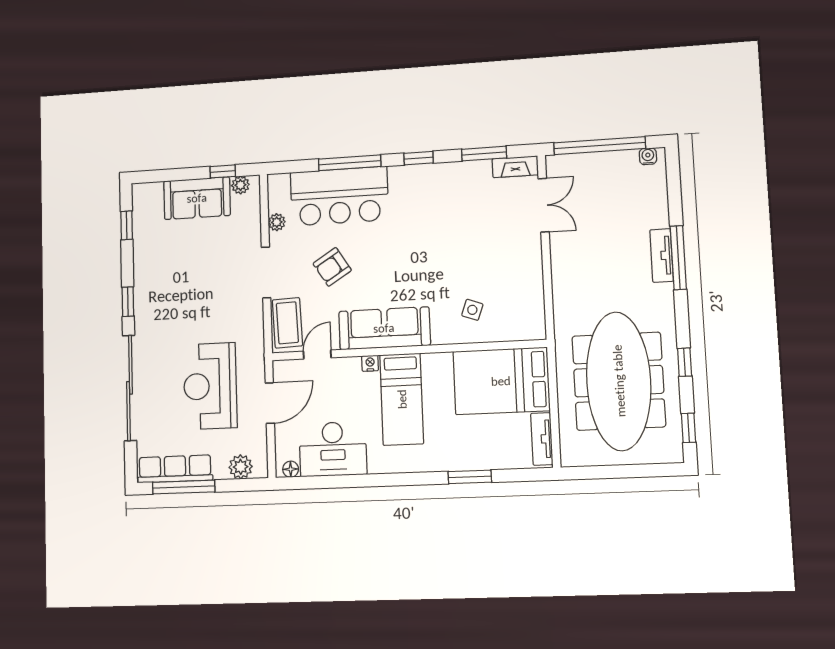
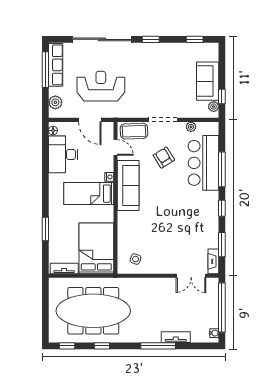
tv unit: (662, 255) -> (176, 337), moved
side table: (472, 310) -> (136, 259), moved

